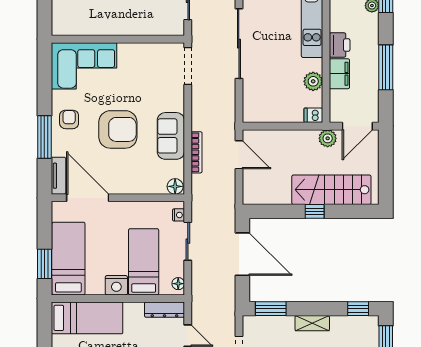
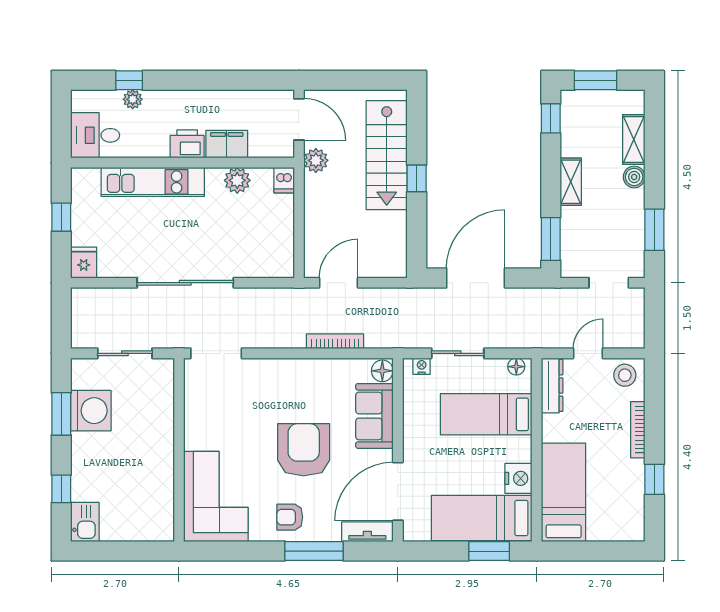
window: (386, 67) -> (218, 80), removed
sofa: (171, 136) -> (374, 416), moved, turned 90
nightstand: (116, 285) -> (518, 478), moved

